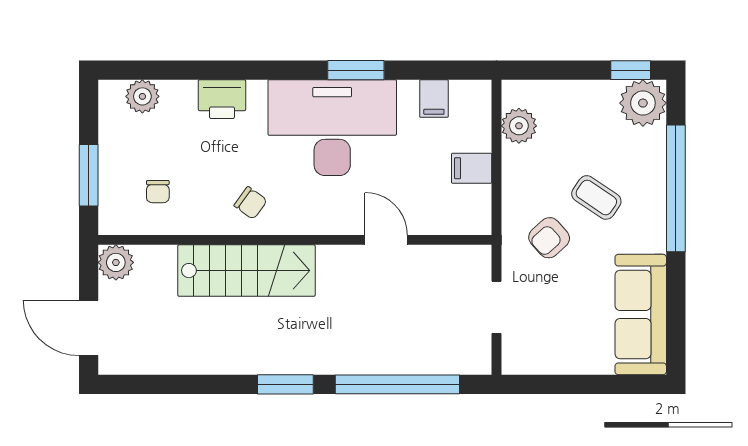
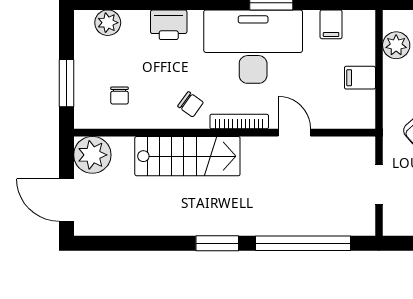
bookcase: (314, 225) -> (239, 122), added
plant: (116, 262) -> (92, 155), width x1.36, depth x1.36

